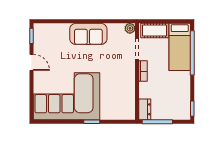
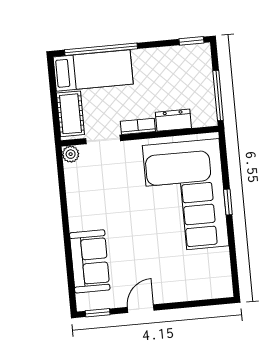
sofa: (88, 34) -> (90, 261), moved
corner sofa: (66, 96) -> (186, 196), moved
dresser: (145, 109) -> (173, 120), moved

